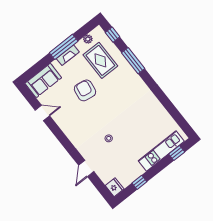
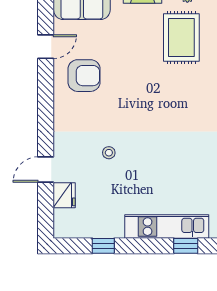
armchair: (85, 90) -> (84, 76), moved, turned 81
door: (42, 113) -> (46, 47), hinge flipped
fridge: (115, 187) -> (64, 195), moved

